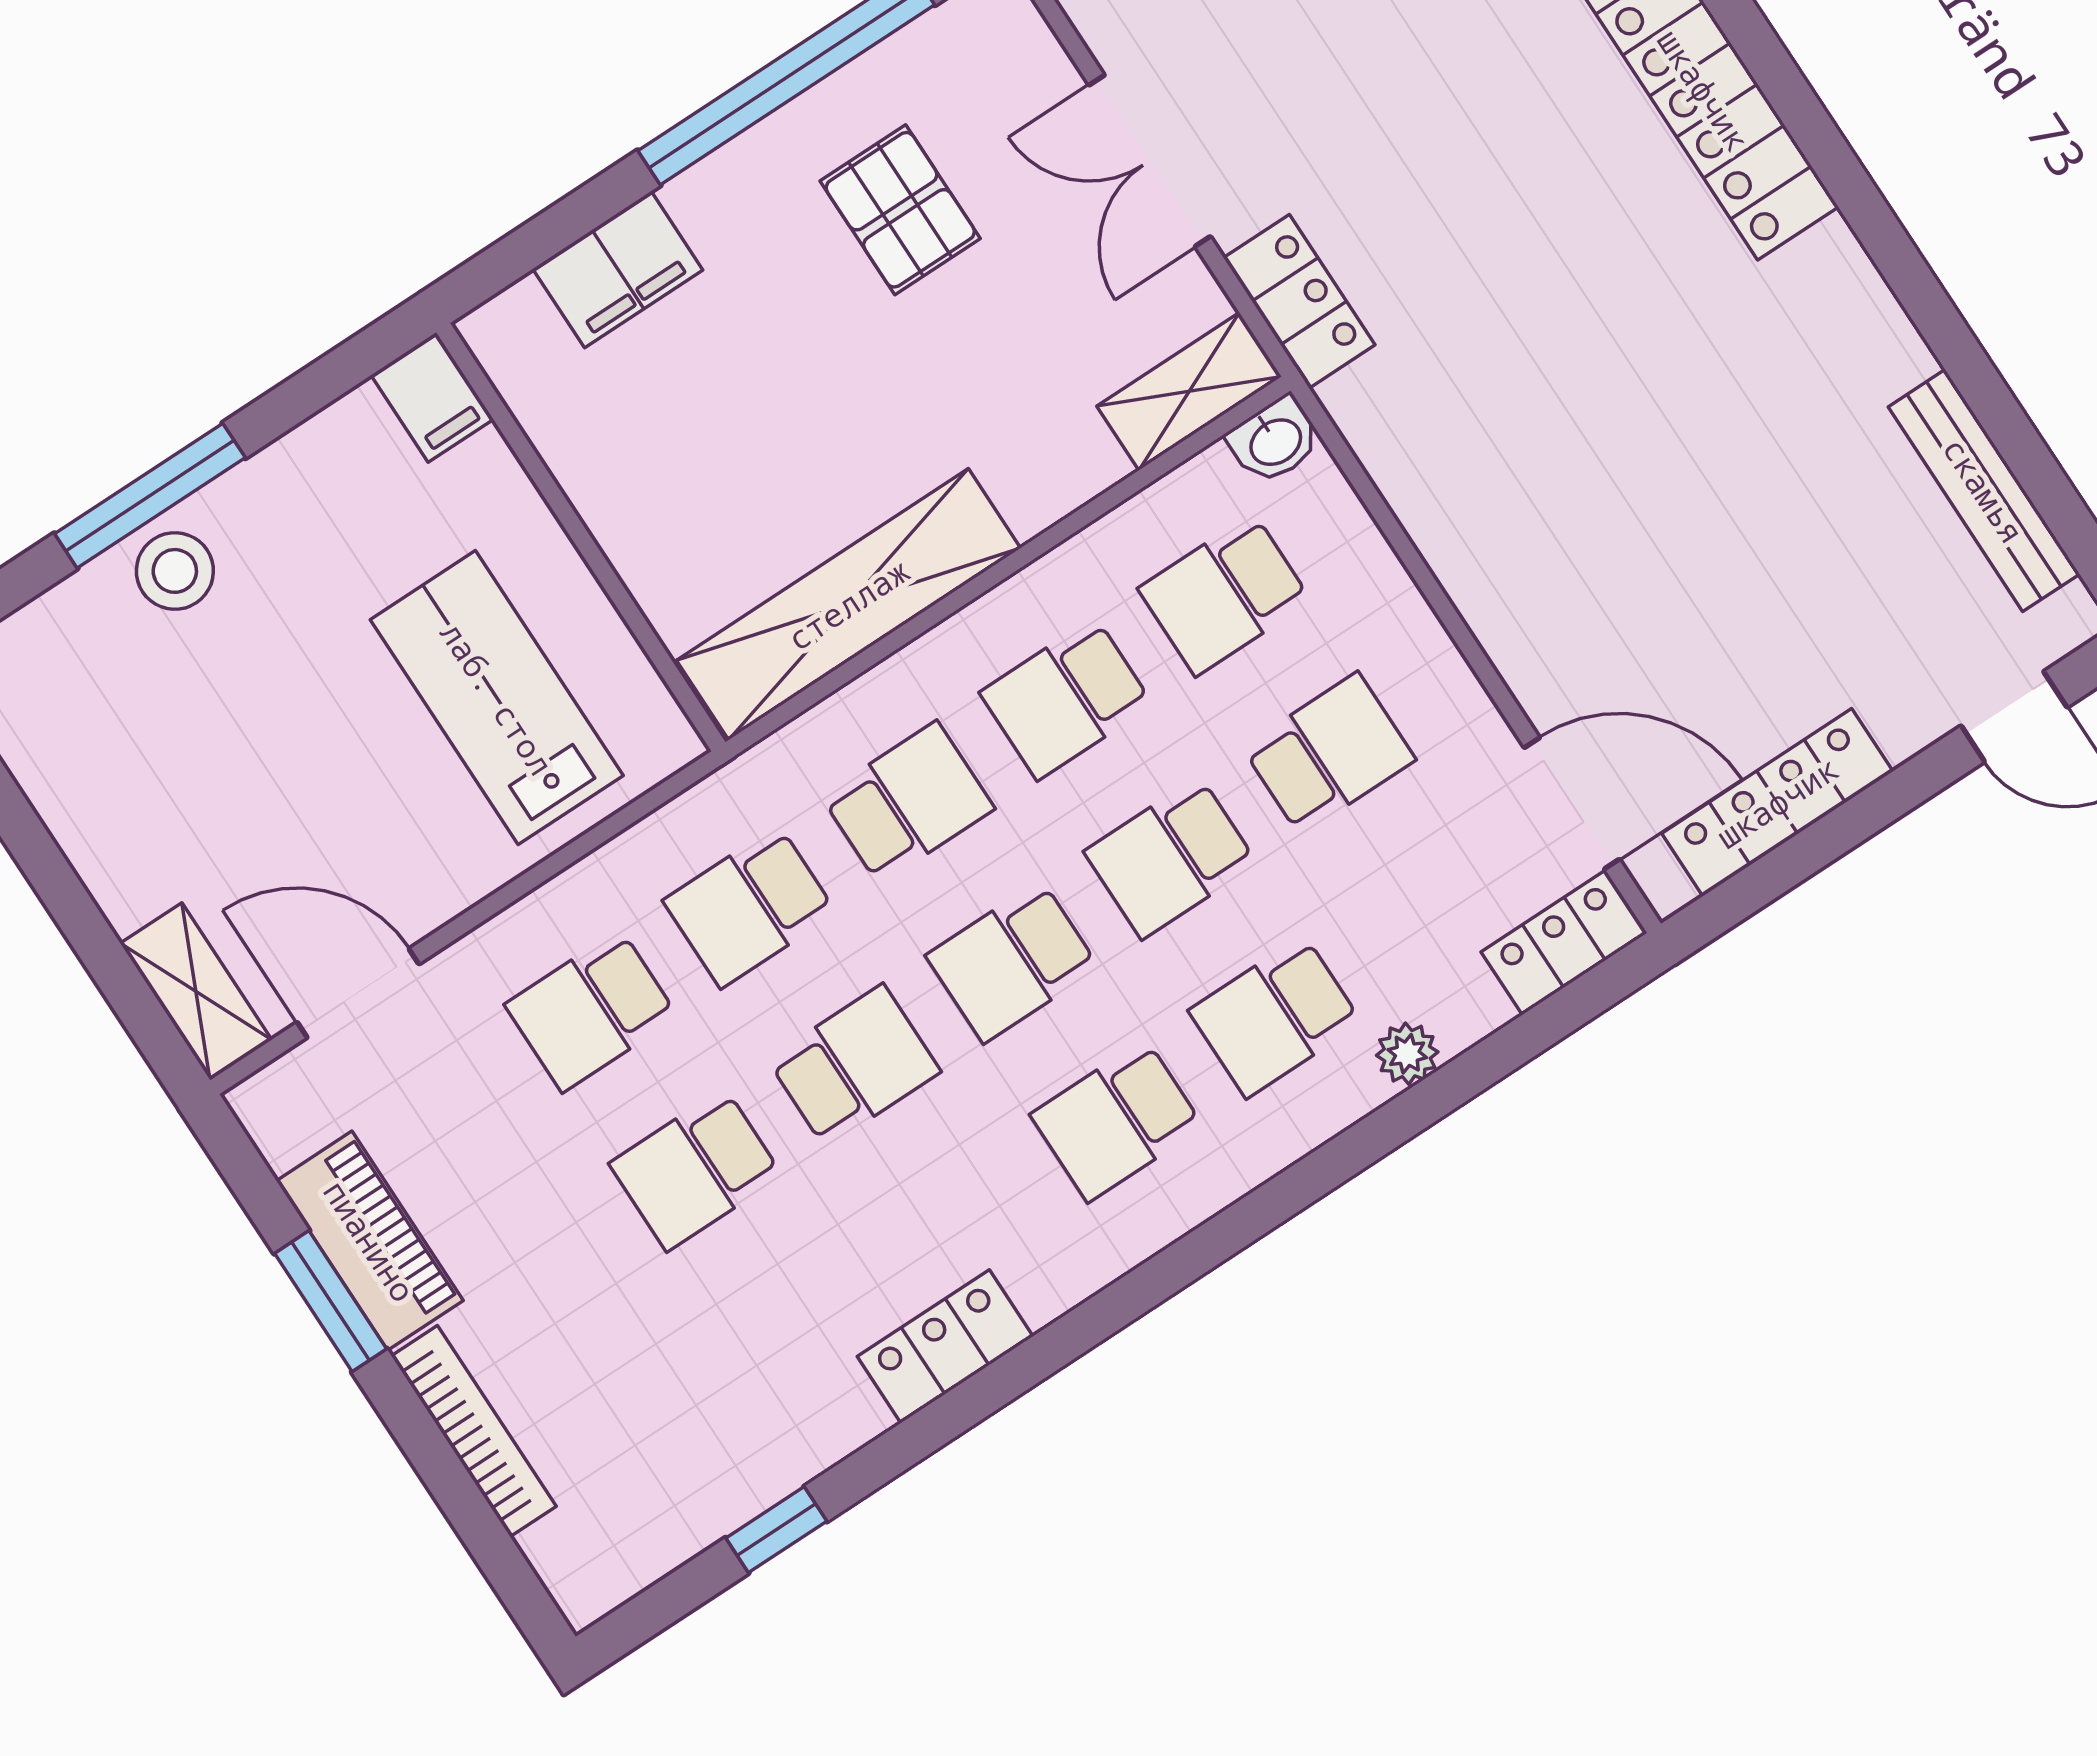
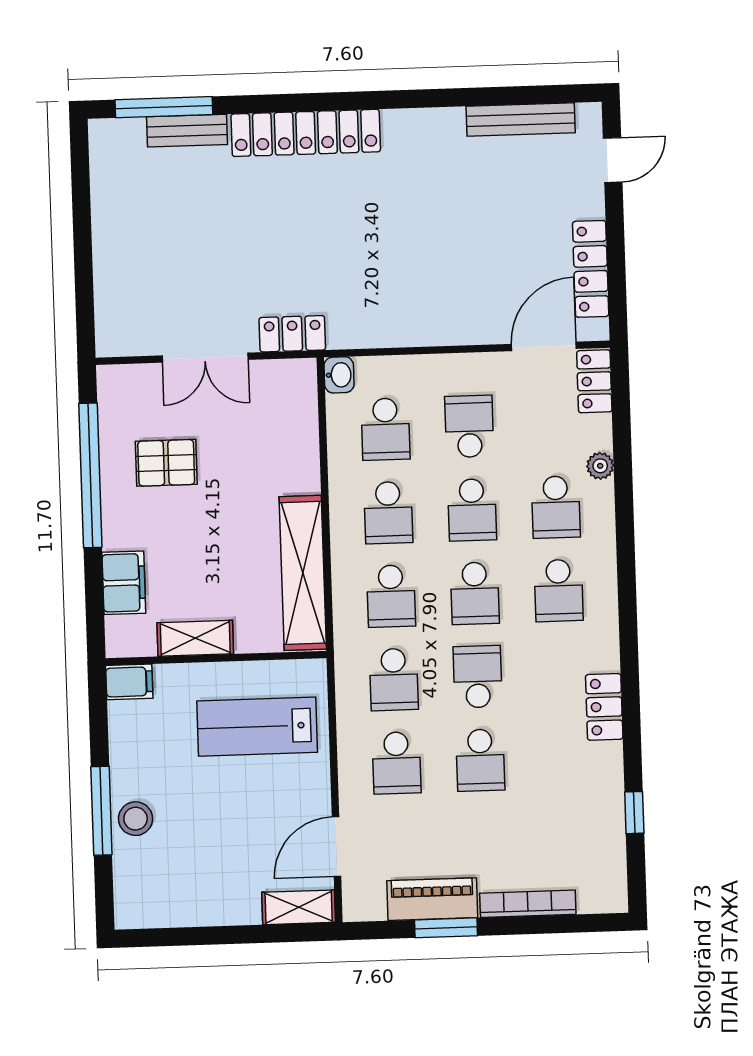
shelving: (1189, 391) -> (195, 638), moved, turned 90
school desk: (908, 803) -> (391, 596), turned 180

